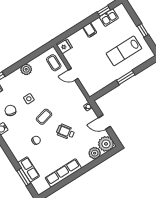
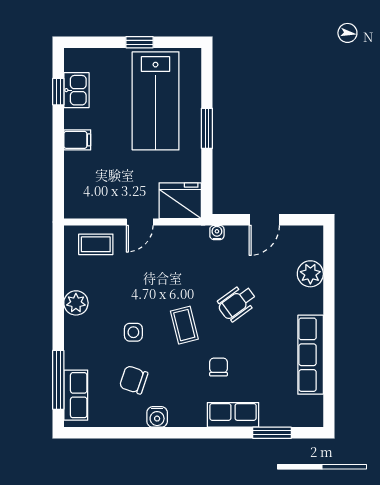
fridge: (65, 46) -> (180, 201), moved, width x1.88, depth x1.34
lab bench: (124, 51) -> (156, 101), width x1.36, depth x1.39
plant: (106, 144) -> (306, 242), removed
row of seats: (29, 169) -> (233, 415), moved

